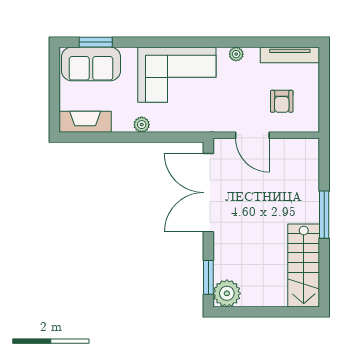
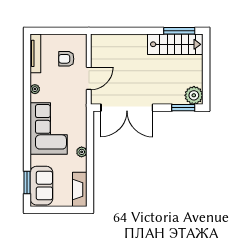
armchair: (282, 101) -> (66, 59), turned 180
window: (324, 215) -> (179, 31), moved

